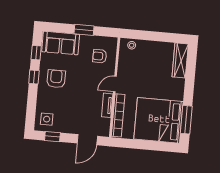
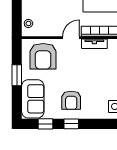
armchair: (100, 56) -> (43, 56), width x1.88, depth x1.88
armchair: (56, 79) -> (71, 100), turned -90
door: (115, 84) -> (71, 38), swing flipped

